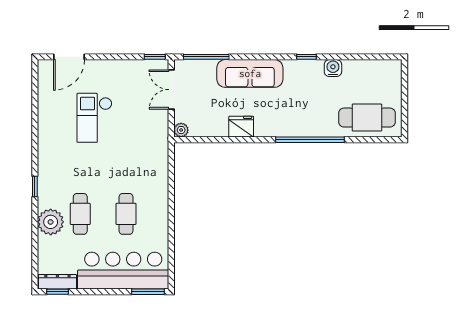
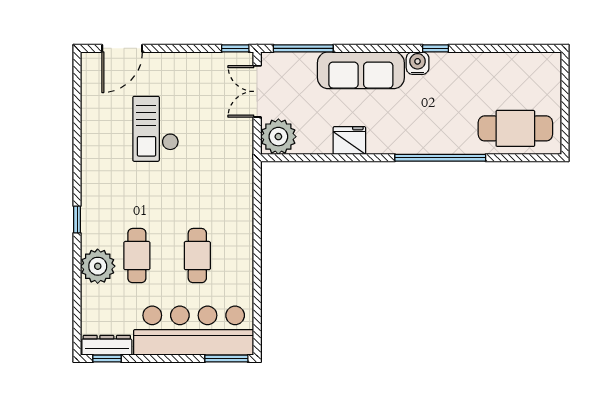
water cooler: (333, 68) -> (418, 63), moved
plant: (181, 130) -> (278, 137), width x1.88, depth x1.88

